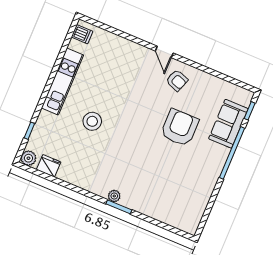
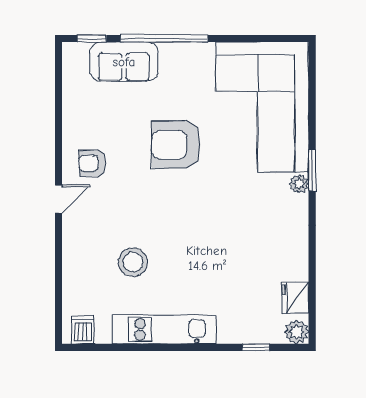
armchair: (177, 80) -> (92, 163), turned -110
stool: (92, 121) -> (133, 262), moved
armchair: (180, 128) -> (176, 145), moved
corner sofa: (168, 193) -> (262, 107), added

